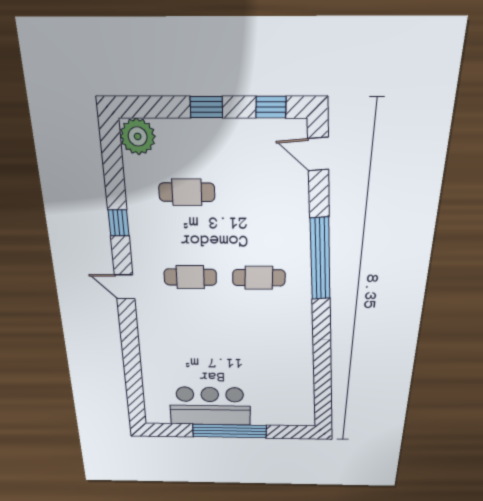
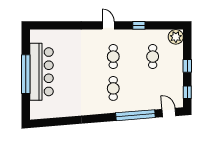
door: (318, 154) -> (169, 113), hinge flipped
window: (320, 259) -> (135, 115), moved
door: (125, 287) -> (108, 25), hinge flipped
bar counter: (210, 406) -> (41, 72), width x1.36

